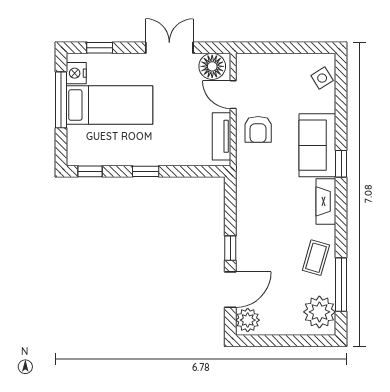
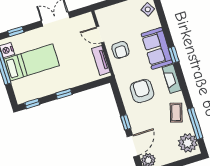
floor lamp: (212, 66) -> (83, 22), removed
armchair: (272, 206) -> (142, 91), added

